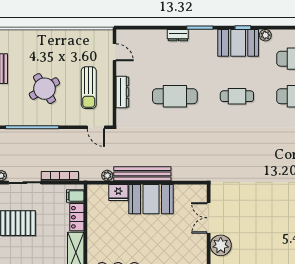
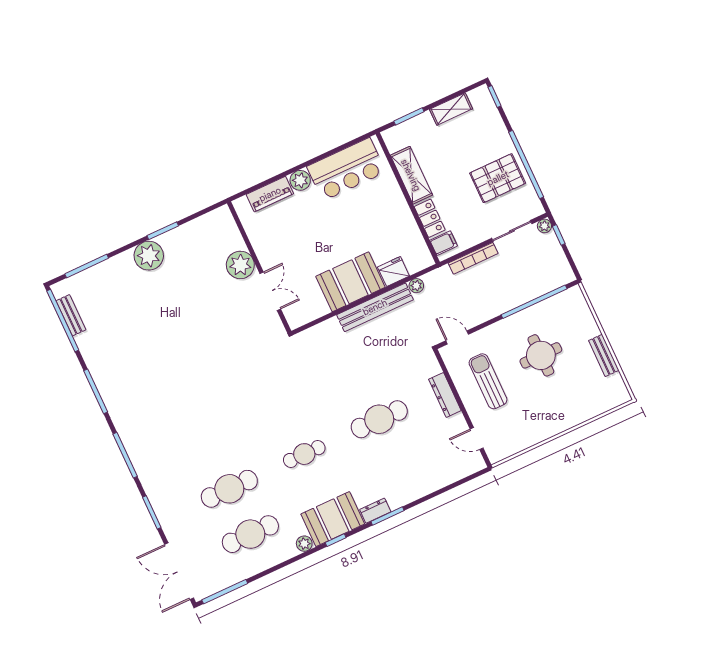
dresser: (178, 35) -> (375, 511), moved
round table: (44, 89) -> (541, 355), turned 31

